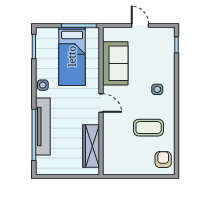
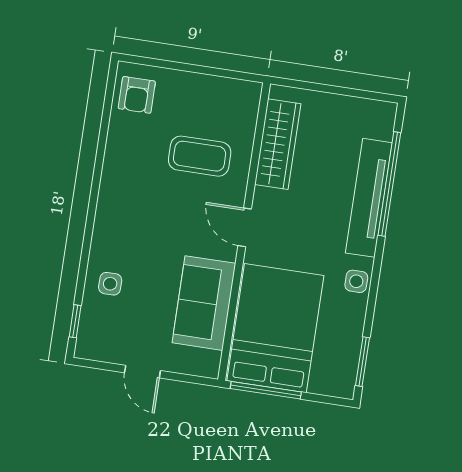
bed: (72, 56) -> (275, 328), width x1.50
side table: (157, 89) -> (110, 284), moved
coffee table: (149, 128) -> (200, 156), moved

